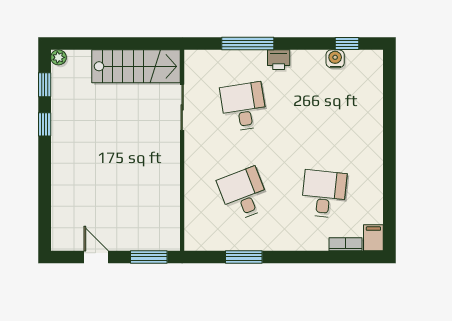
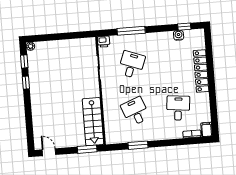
printer: (279, 60) -> (104, 42), moved
stairs: (136, 66) -> (93, 122), moved, turned 90
desk: (244, 107) -> (132, 65), turned 30
locker: (372, 128) -> (201, 71), added
door: (96, 257) -> (49, 152), moved

